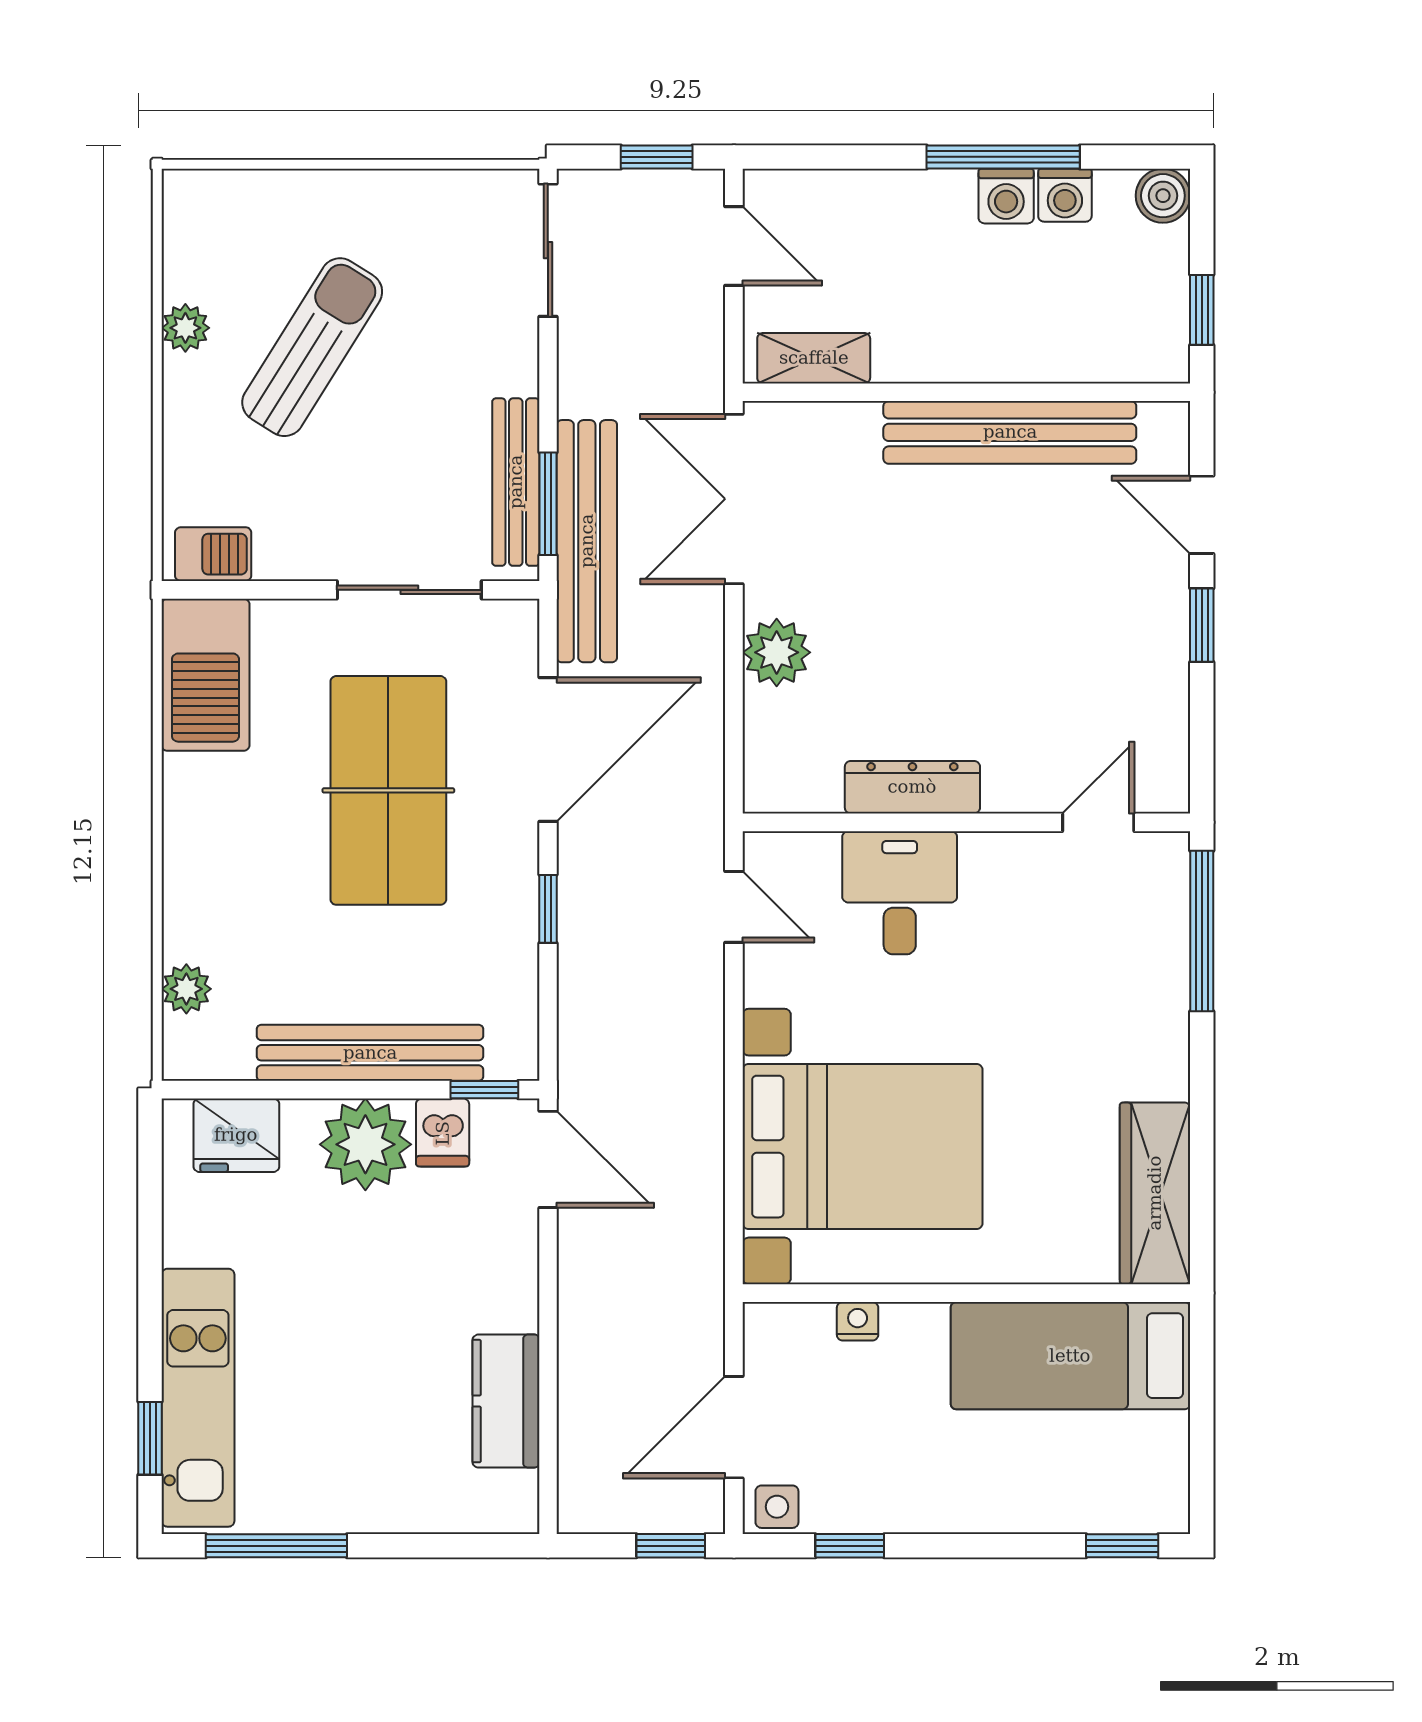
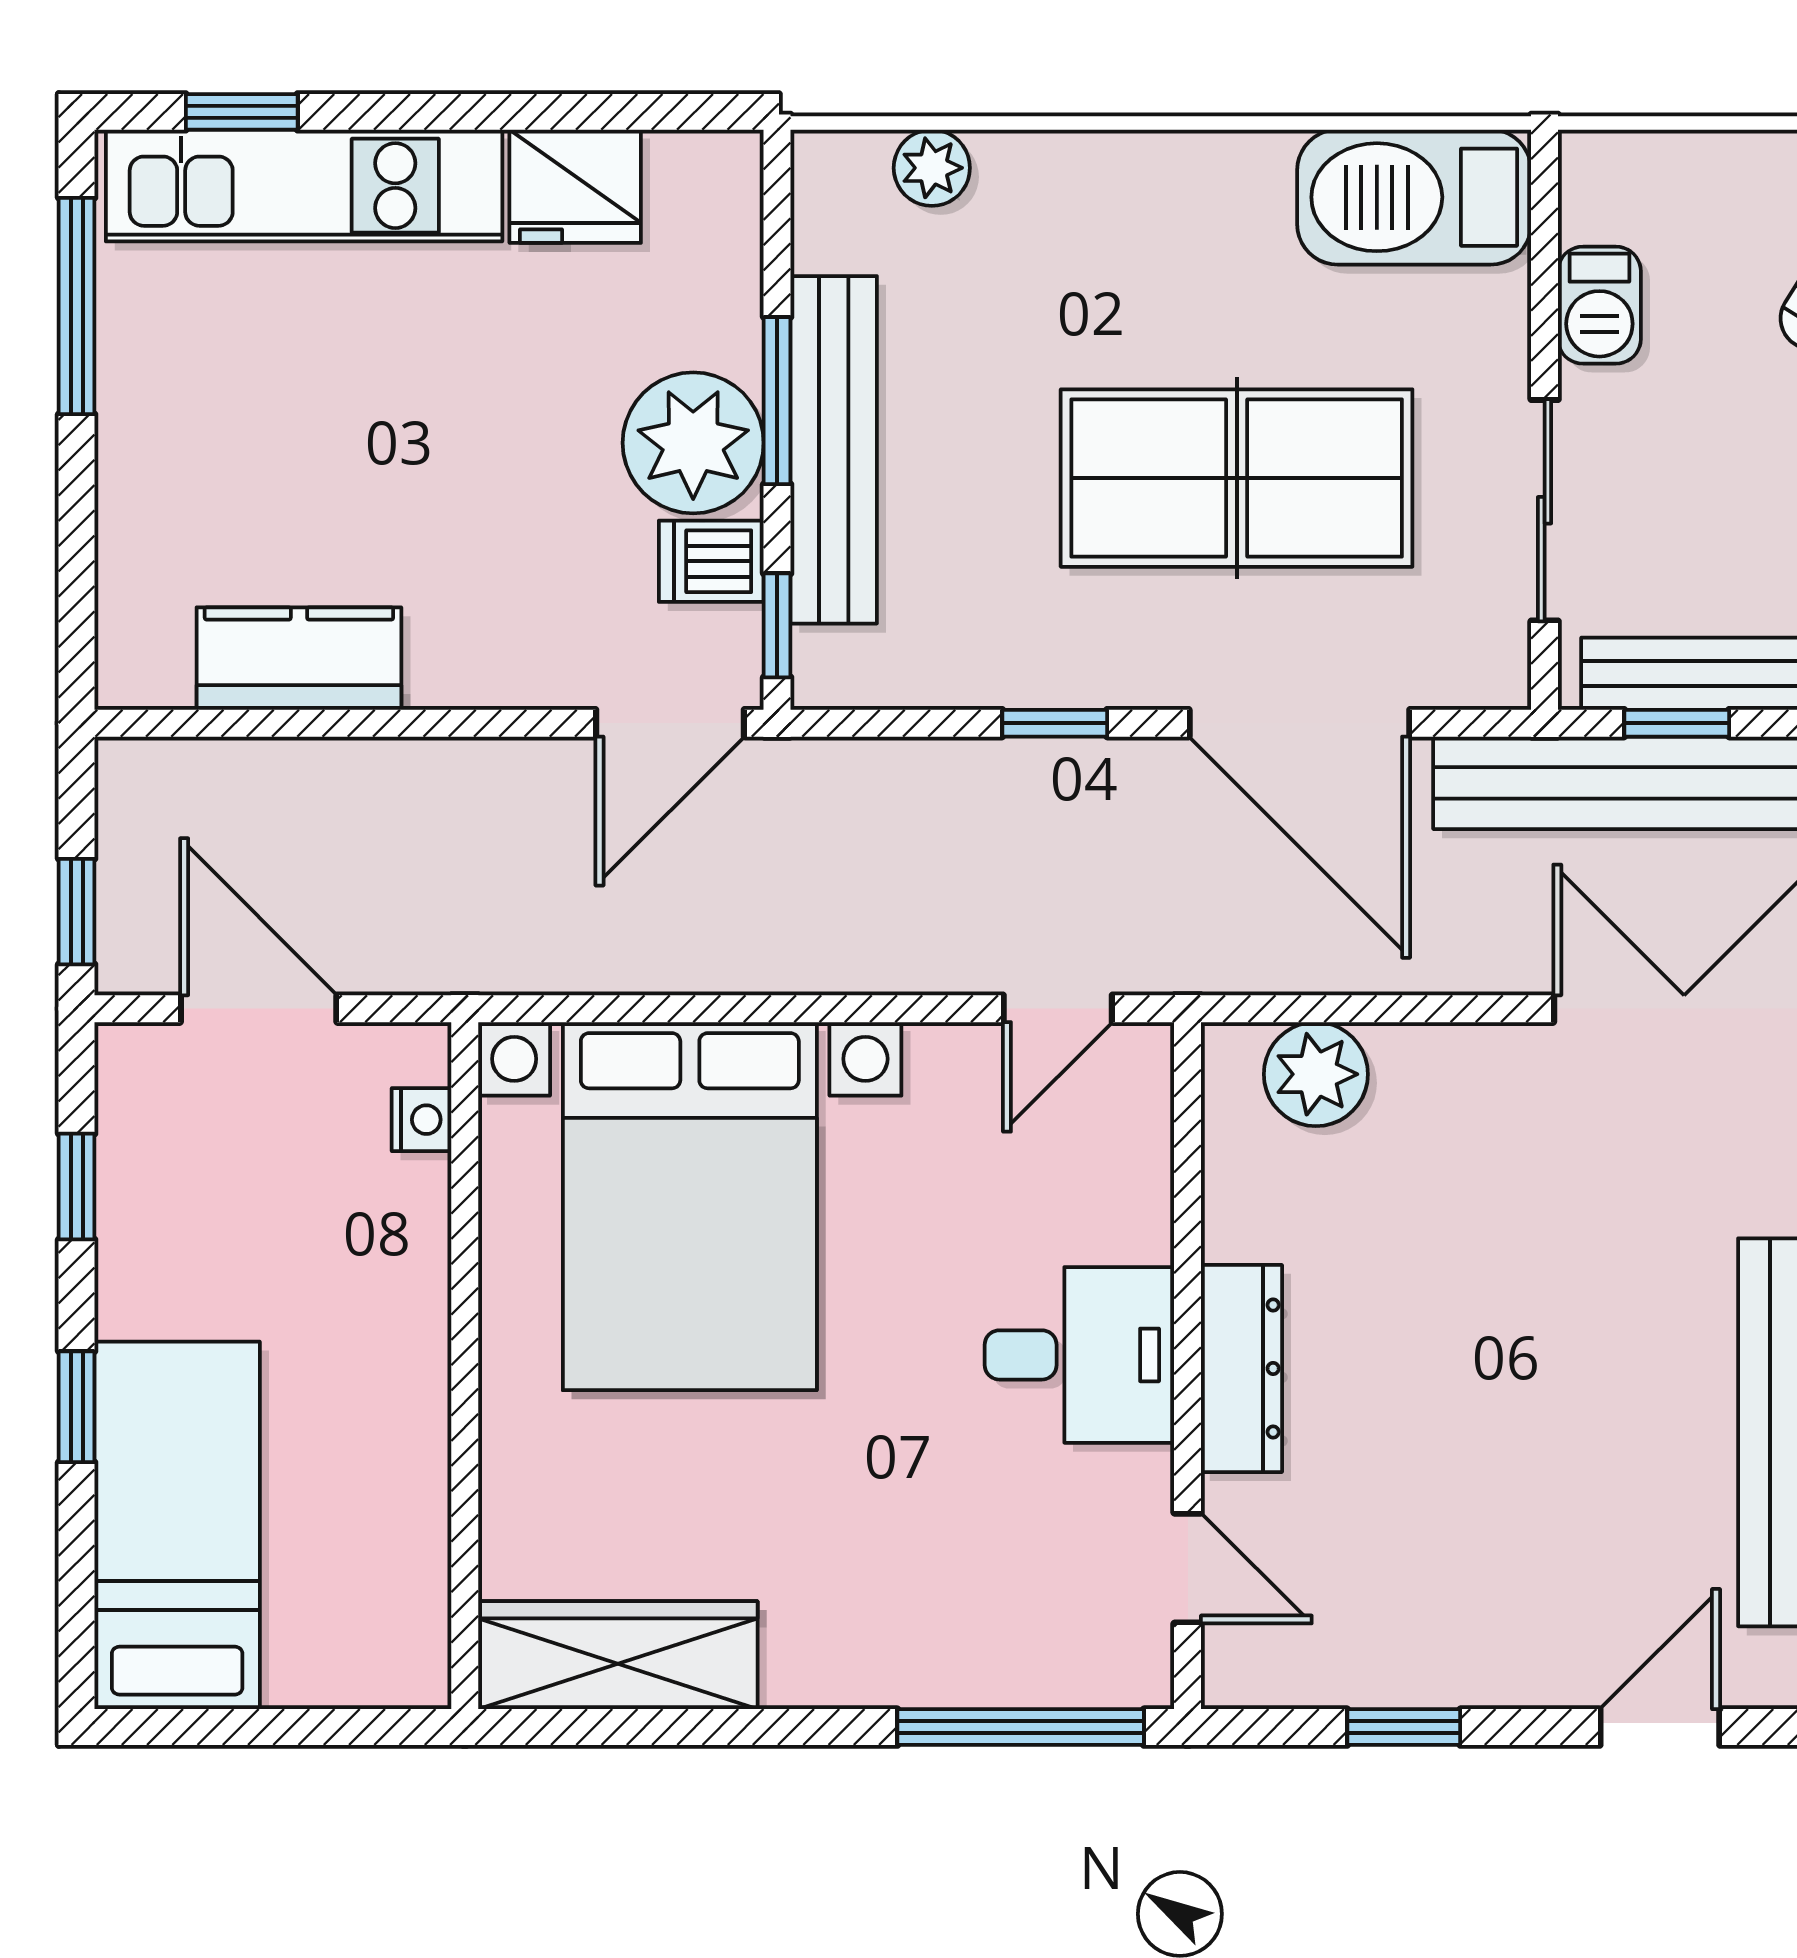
window: (548, 504) -> (1677, 723), width x0.67
barbecue: (213, 554) -> (1599, 305), moved
window: (1202, 625) -> (1404, 1727), moved
plant: (777, 652) -> (1316, 1074), moved
dresser: (912, 787) -> (1242, 1368), moved
desk: (900, 893) -> (1079, 1355), moved
window: (338, 1090) -> (777, 401), added
fridge: (236, 1135) -> (575, 186), moved, turned -90
nightstand: (858, 1321) -> (422, 1120), moved
bed: (1070, 1356) -> (177, 1525), moved
side table: (777, 1507) -> (137, 1075), removed
window: (1122, 1546) -> (77, 1407), moved

